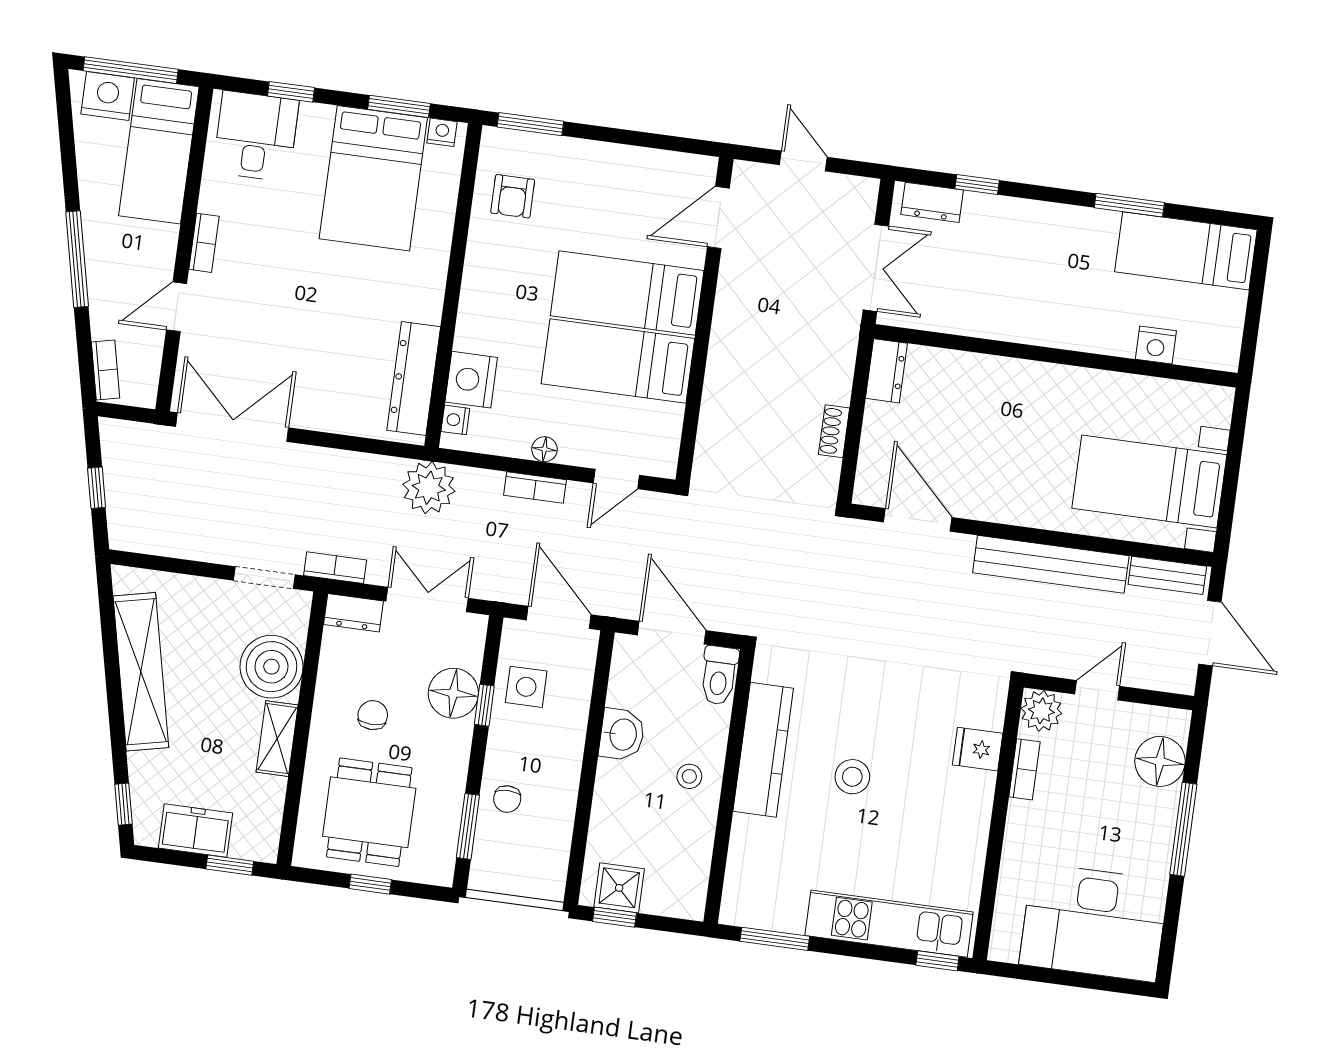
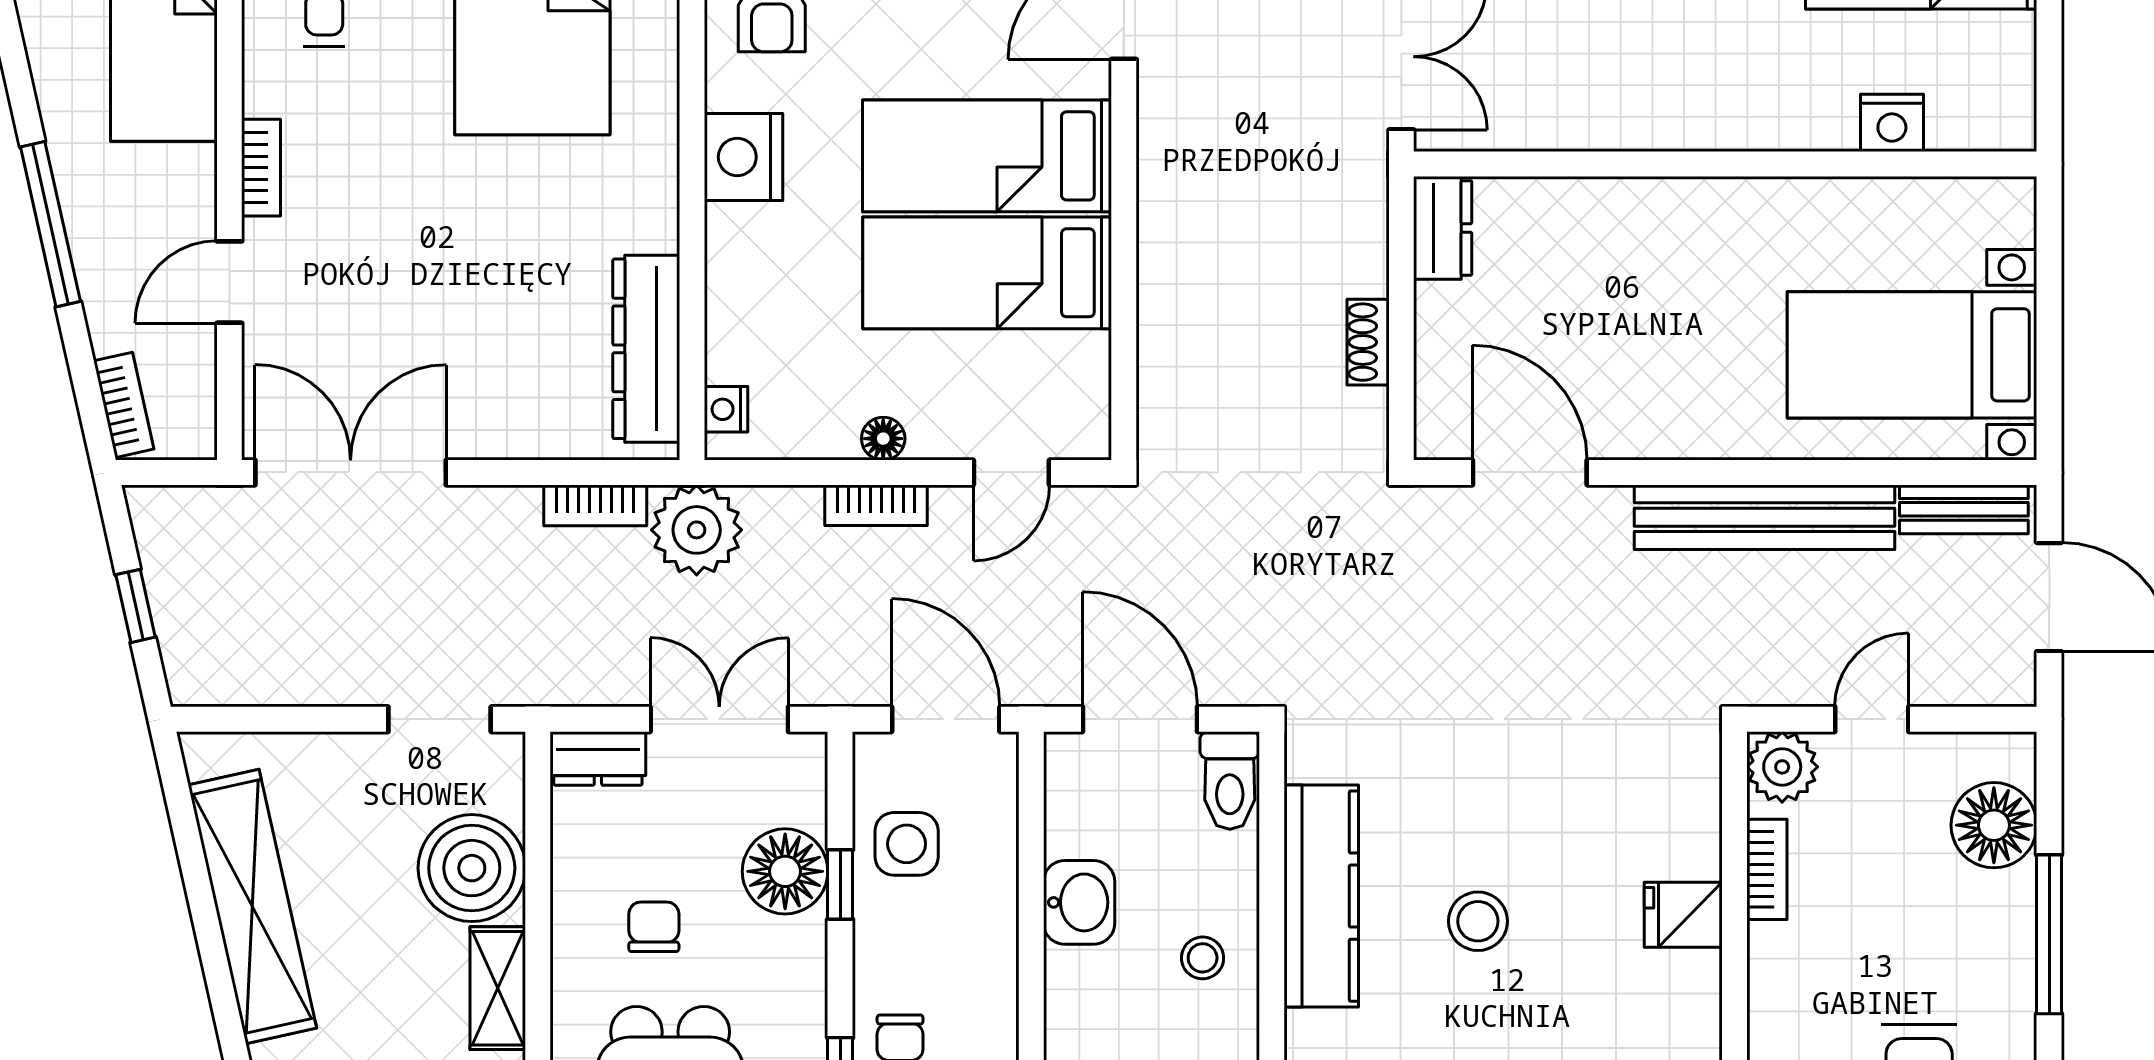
nightstand: (471, 380) -> (744, 157), moved
bookcase: (335, 568) -> (595, 505), moved, turned 180
fridge: (978, 749) -> (1683, 915), moved

